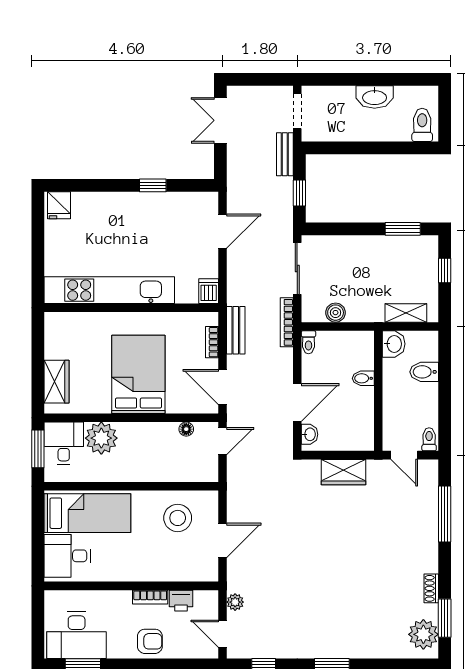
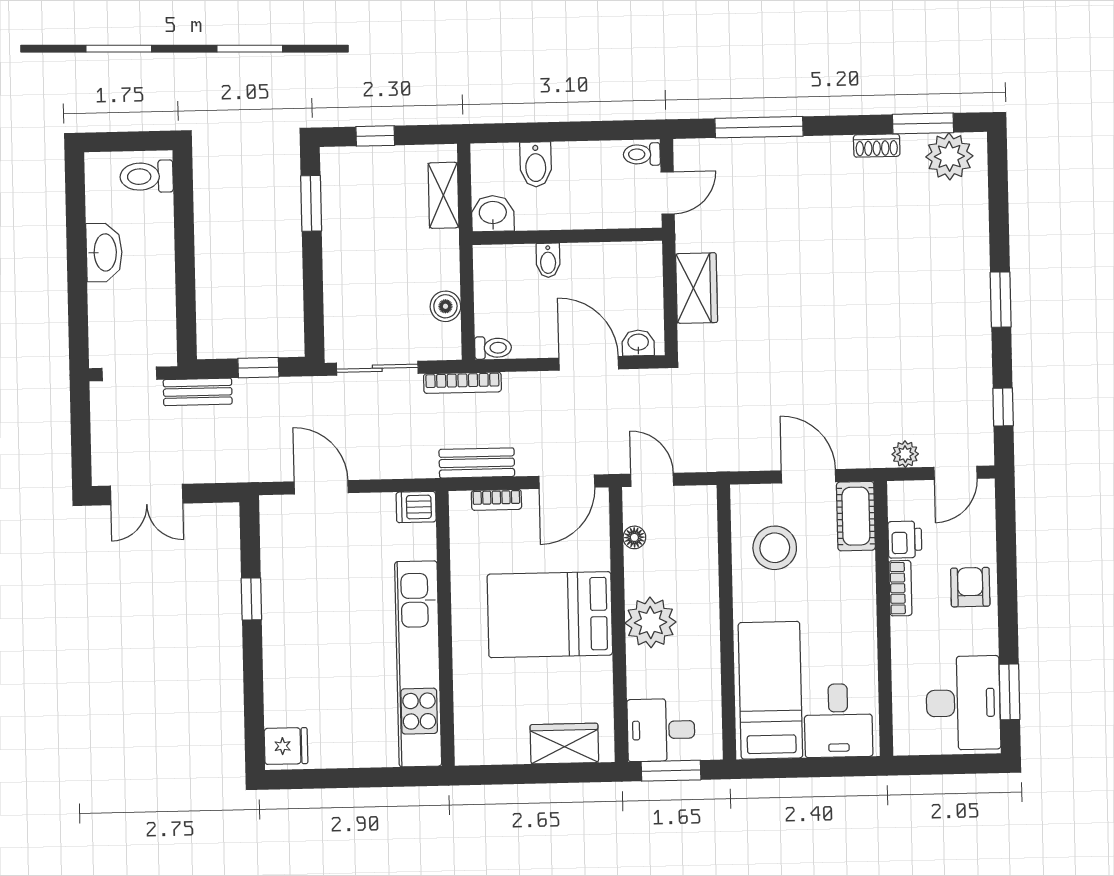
plant: (101, 438) -> (651, 622), moved
cot: (197, 570) -> (856, 516), added

